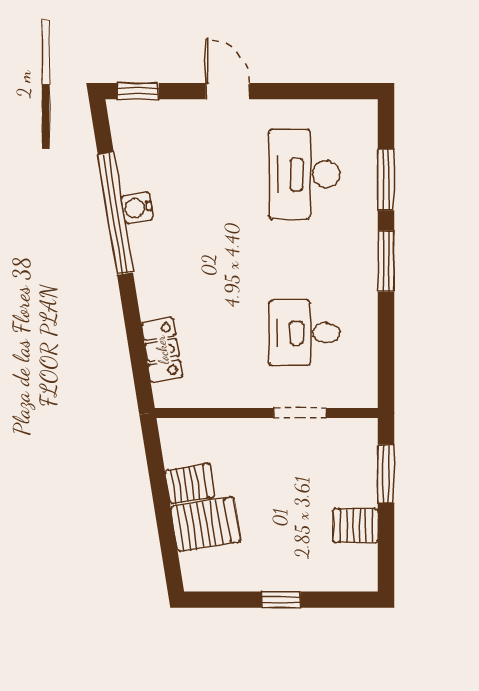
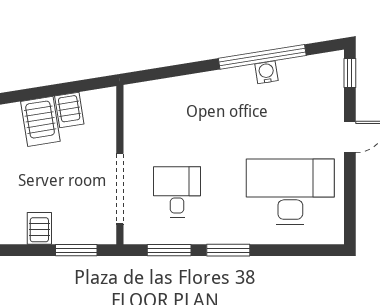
desk: (304, 174) -> (290, 192), width x1.36, depth x1.30
window: (386, 180) -> (169, 250), moved
locker: (162, 350) -> (165, 90), removed
doorway: (300, 413) -> (120, 189), width x1.88

